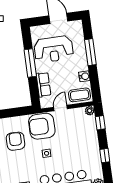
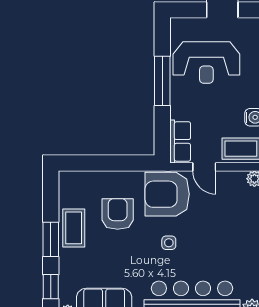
row of seats: (43, 85) -> (180, 141), moved
door: (60, 108) -> (204, 167), swing flipped

